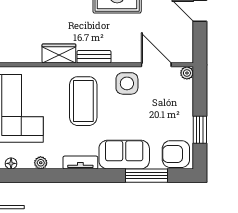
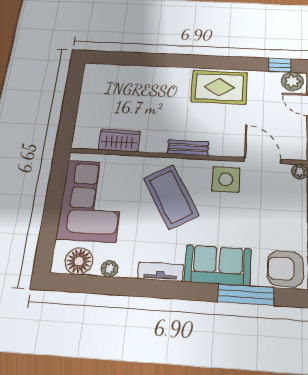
wardrobe: (59, 54) -> (119, 141), moved
coffee table: (83, 101) -> (171, 197), turned -30
floor lamp: (11, 163) -> (79, 261), width x1.89, depth x1.89

